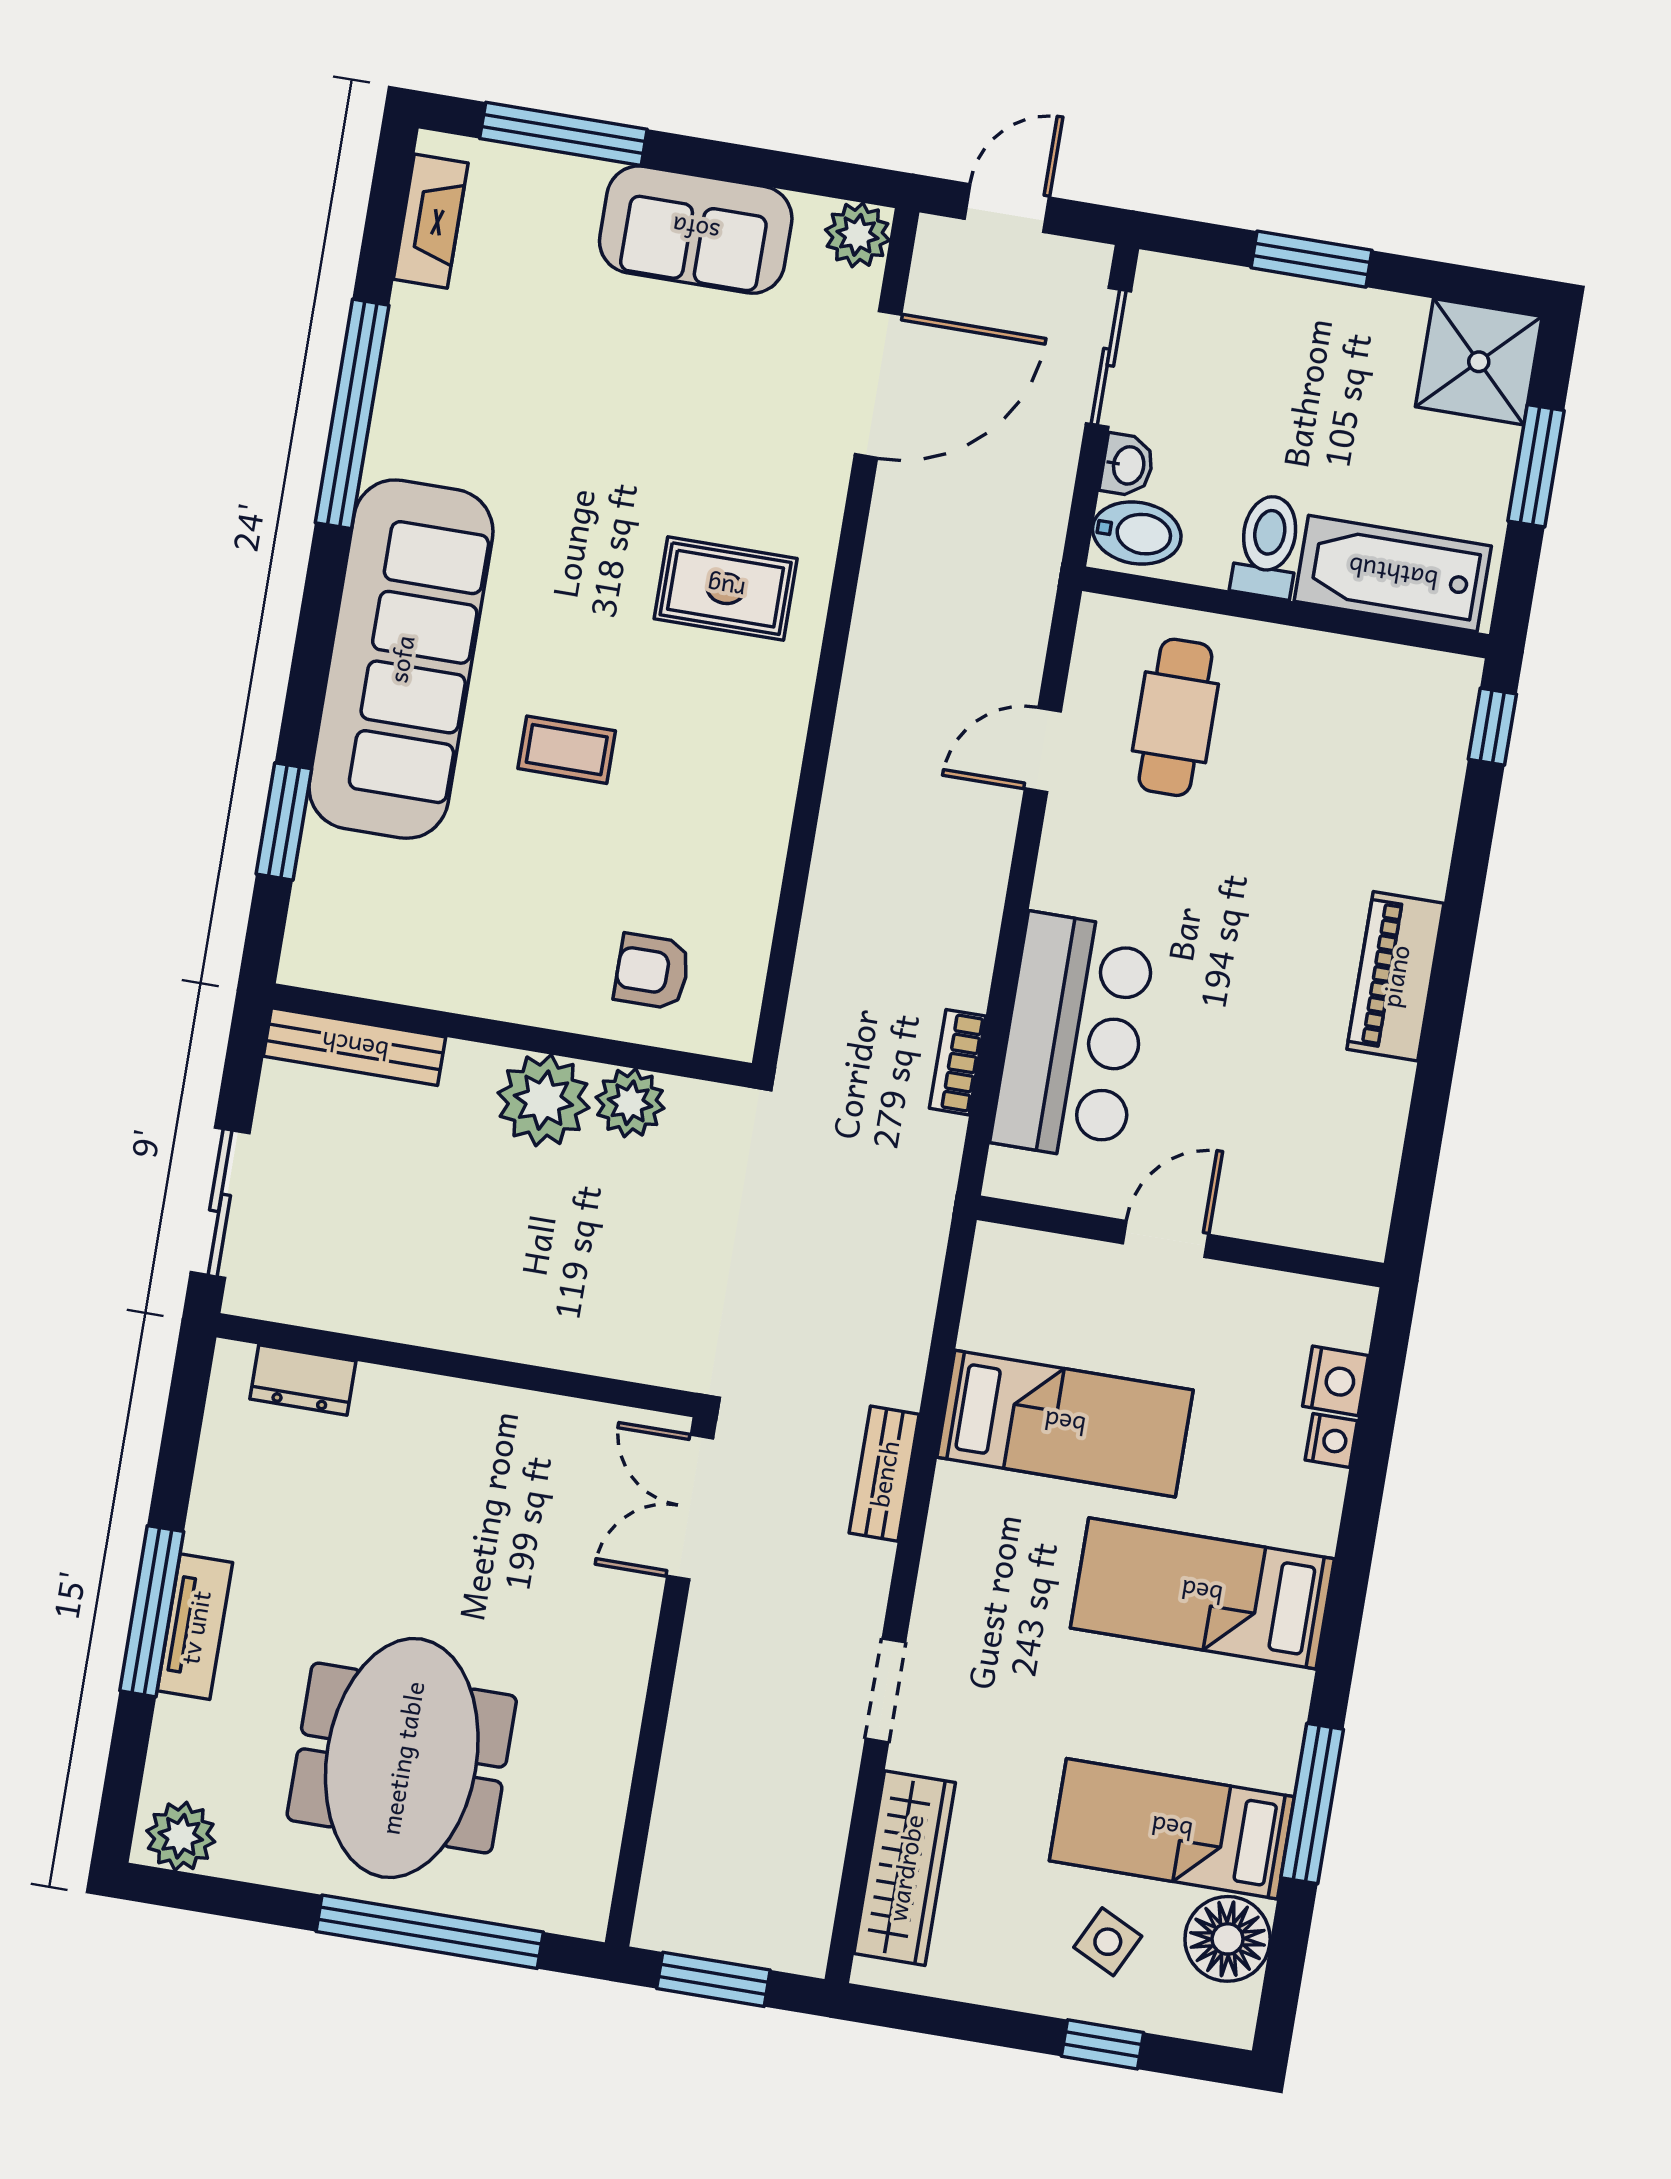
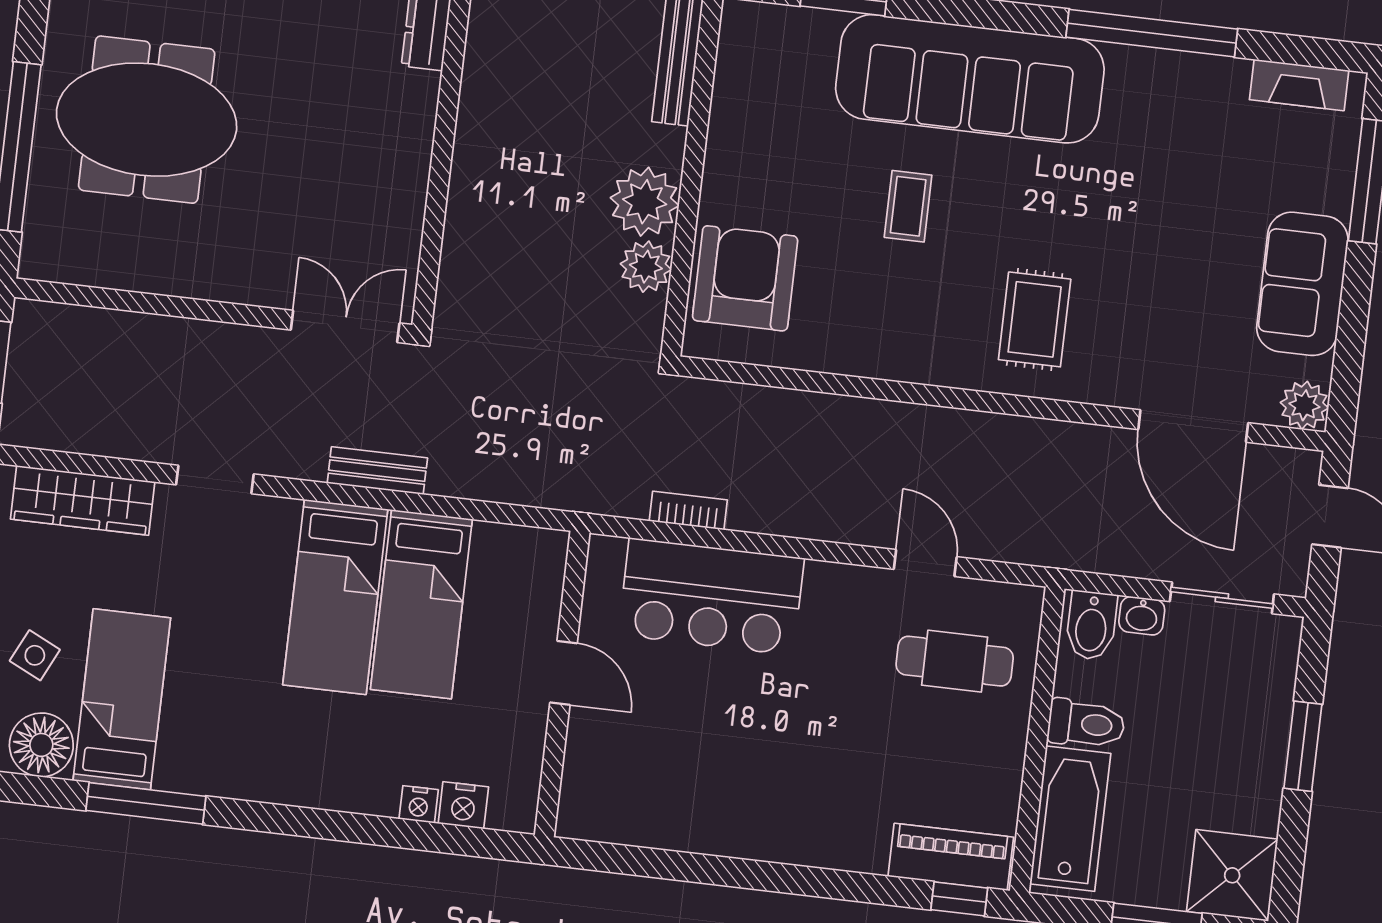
armchair: (652, 971) -> (745, 278), width x1.88, depth x1.88
piano: (1395, 976) -> (951, 857), moved
bed: (1202, 1593) -> (335, 597), moved, turned 180

